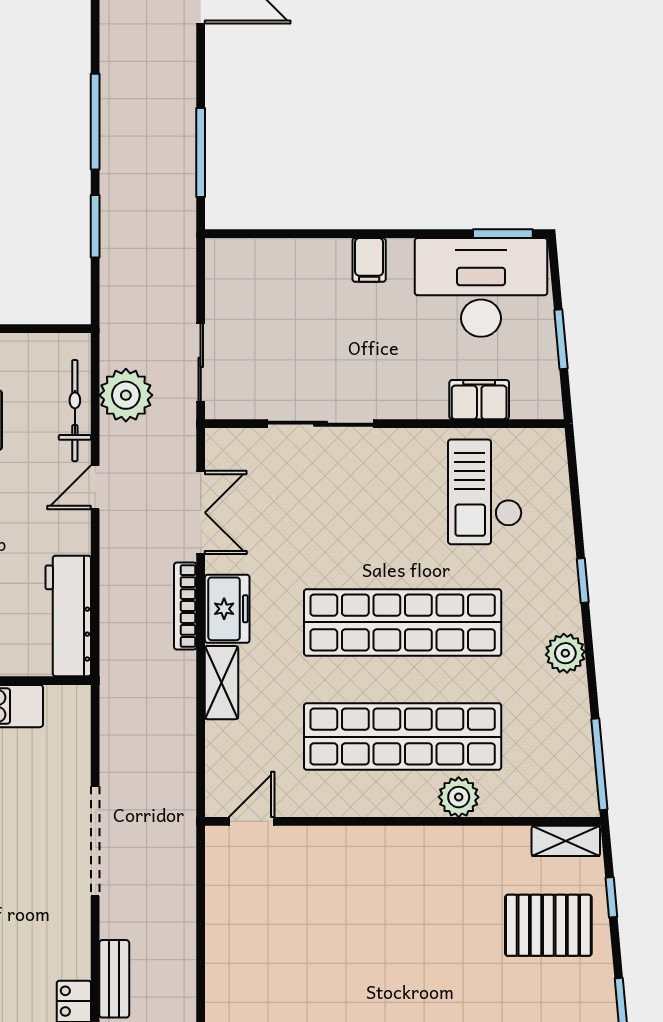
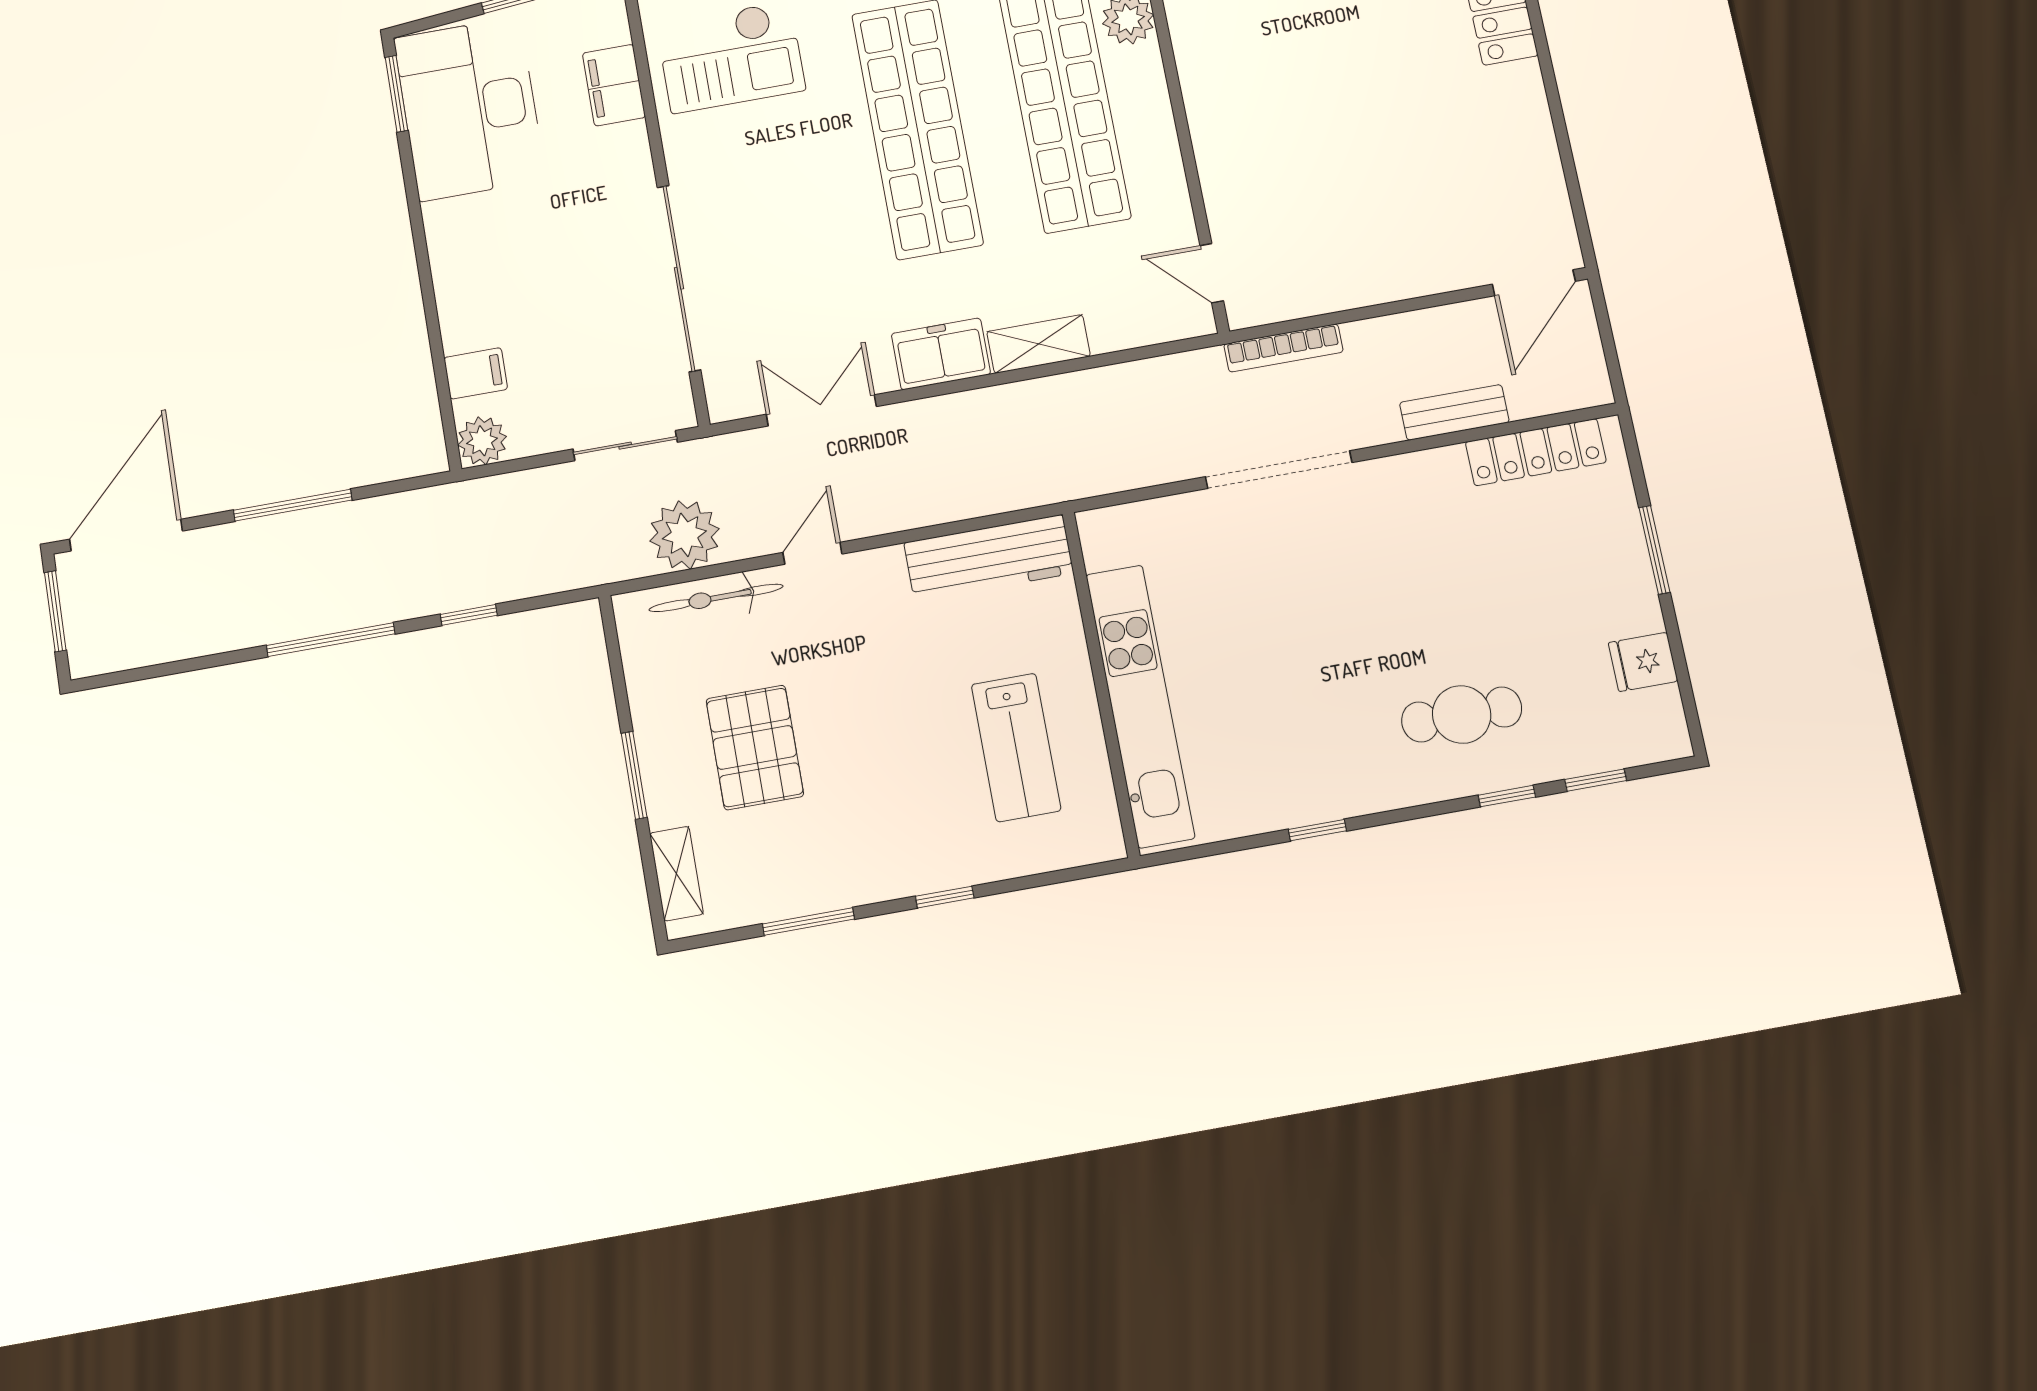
window: (201, 153) -> (293, 505), moved
window: (95, 226) -> (469, 615), width x0.67
plant: (224, 257) -> (482, 441), added
filing cabinet: (369, 260) -> (476, 373), moved
sliding door: (321, 424) -> (679, 278), width x1.36
door: (95, 487) -> (812, 553), swing flipped
bookcase: (185, 606) -> (1283, 348), moved

